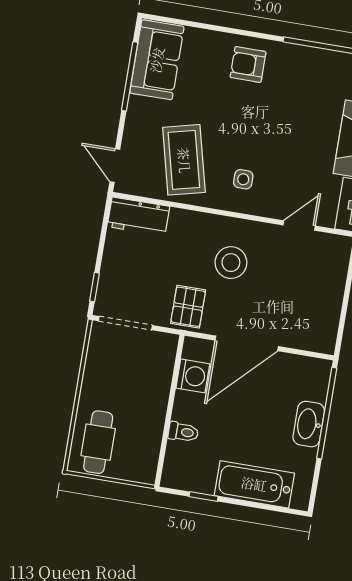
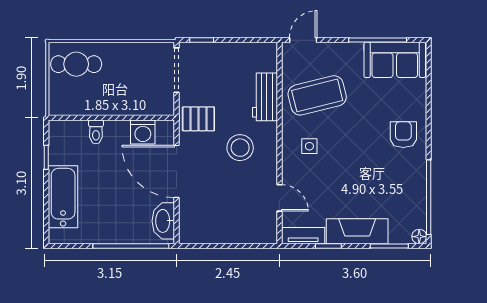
workbench: (138, 216) -> (265, 97), moved
washbasin: (309, 424) -> (163, 221), moved, turned -90

